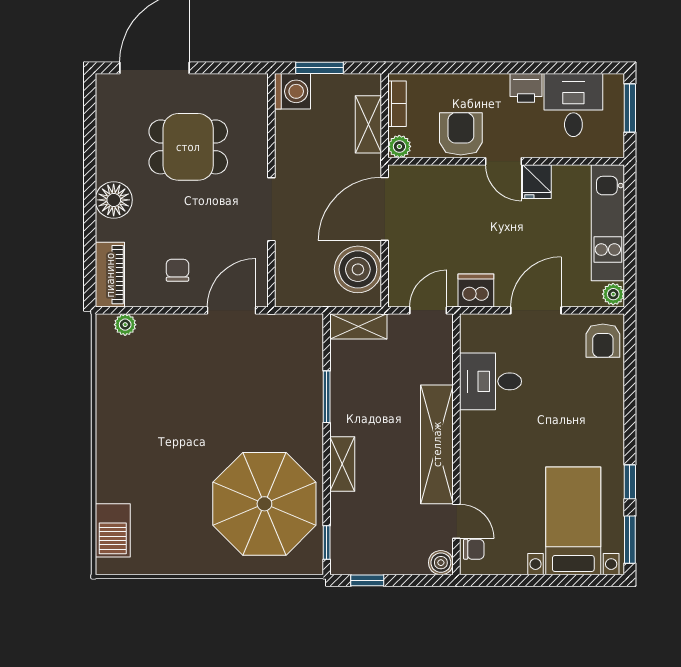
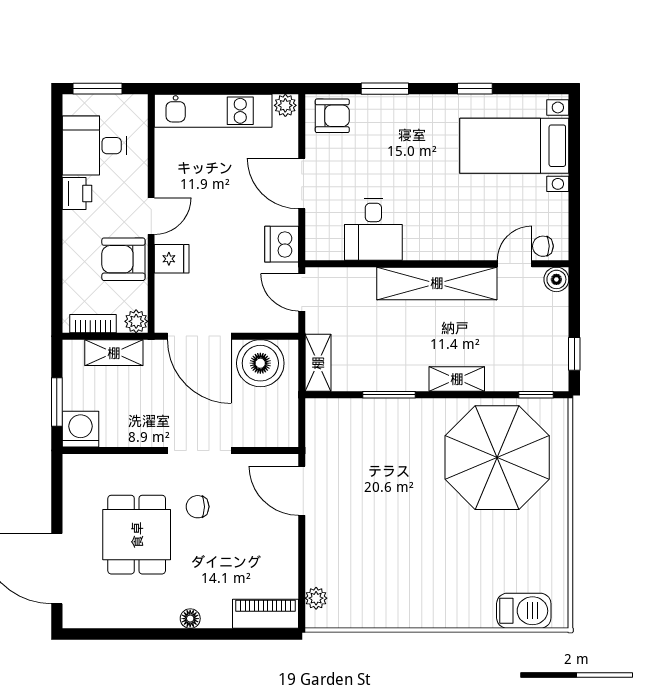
fridge: (537, 182) -> (172, 259), moved
floor lamp: (114, 200) -> (190, 619), width x0.53, depth x0.53
chair: (177, 270) -> (198, 507), moved
window: (630, 540) -> (385, 89), moved
chair: (474, 549) -> (543, 246), turned -90

